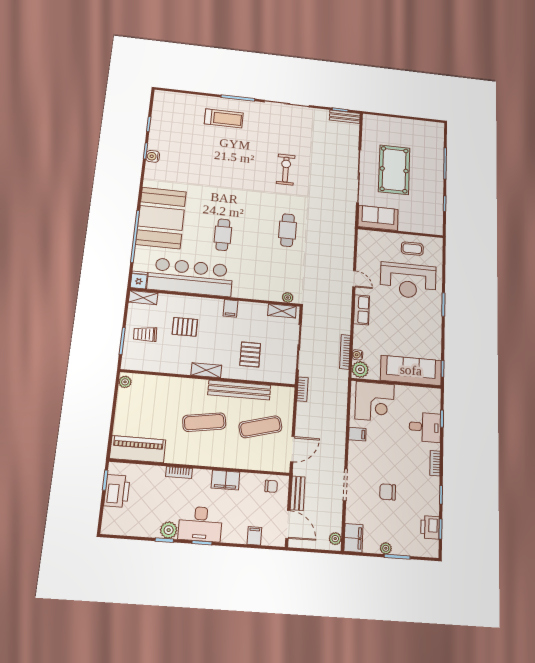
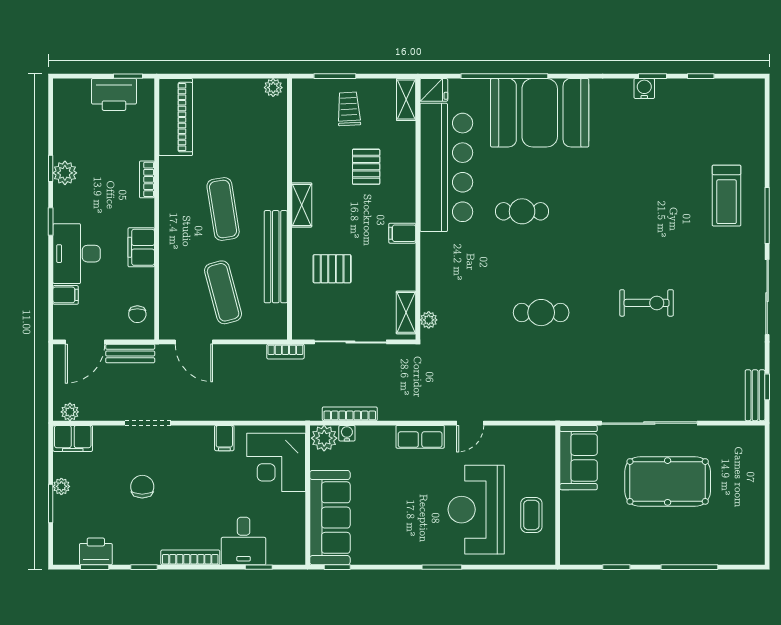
bookcase: (435, 463) -> (190, 557), width x1.56
desk: (200, 524) -> (77, 254), moved

